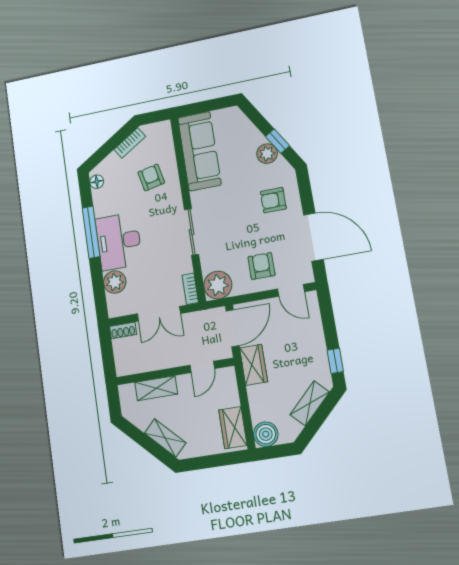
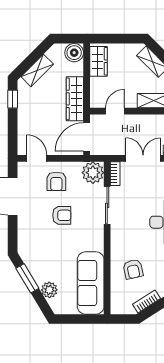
window: (277, 141) -> (27, 278), width x1.50
plant: (267, 154) -> (49, 290), moved
armchair: (273, 200) -> (62, 215), moved
sliding door: (192, 232) -> (107, 205), moved
wardrobe: (254, 365) -> (75, 99), width x1.50

